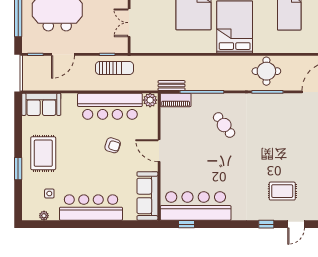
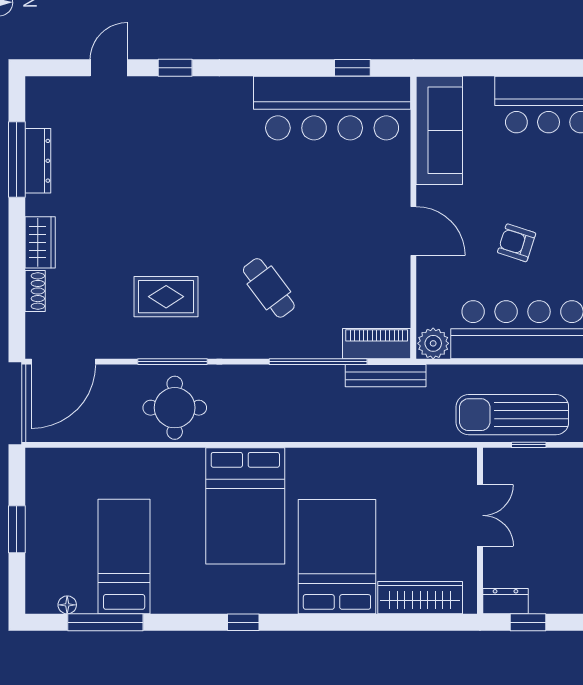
sun lounger: (115, 68) -> (512, 415), width x1.36, depth x1.34
bench: (172, 86) -> (386, 376), width x1.36
rug: (282, 191) -> (166, 297), moved

